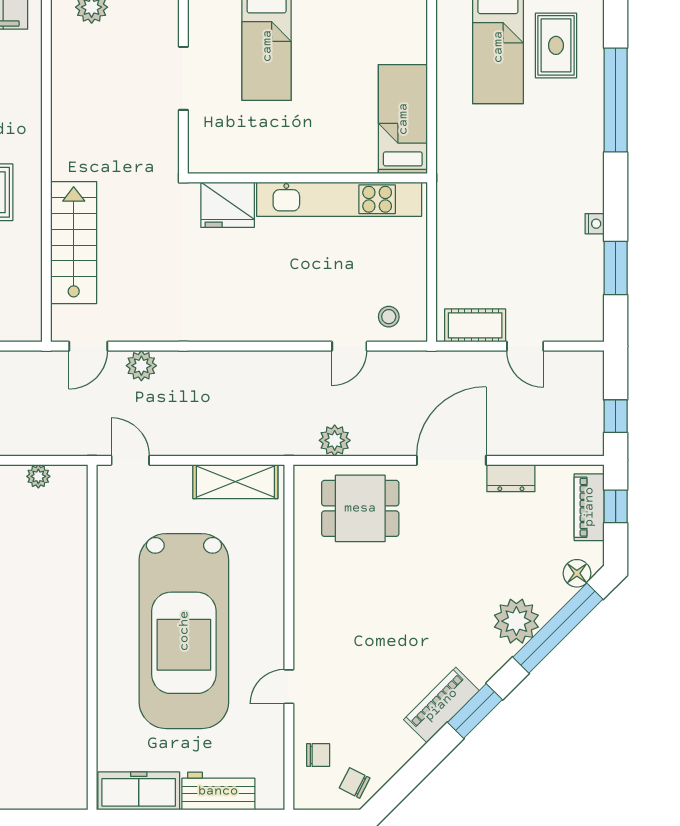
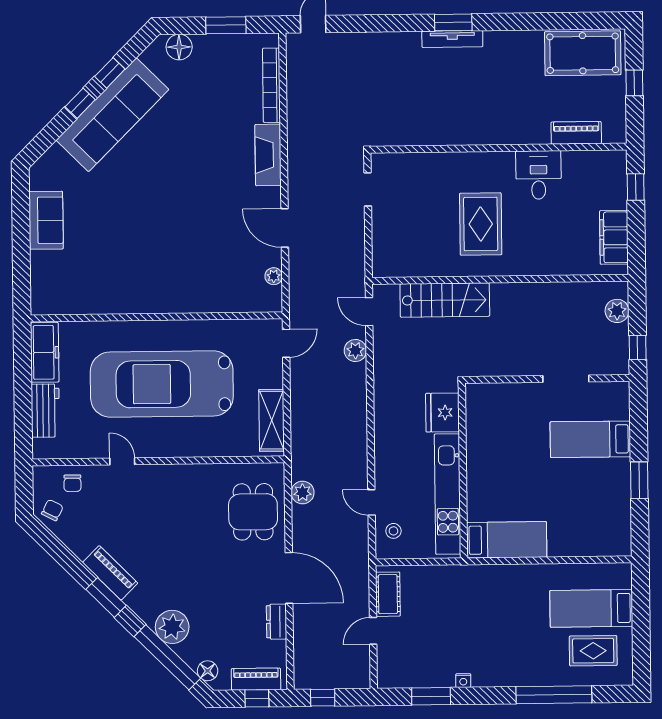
bed: (403, 119) -> (507, 540), moved
wall: (307, 178) -> (463, 471), moved
kitchen unit: (339, 199) -> (448, 494), moved
fridge: (228, 205) -> (442, 413), moved

